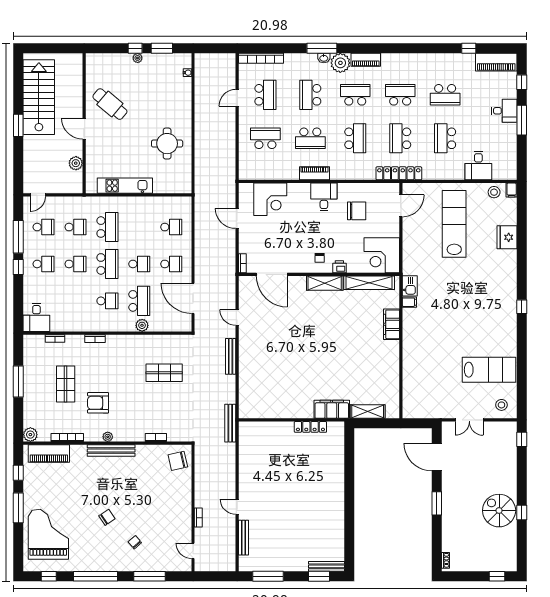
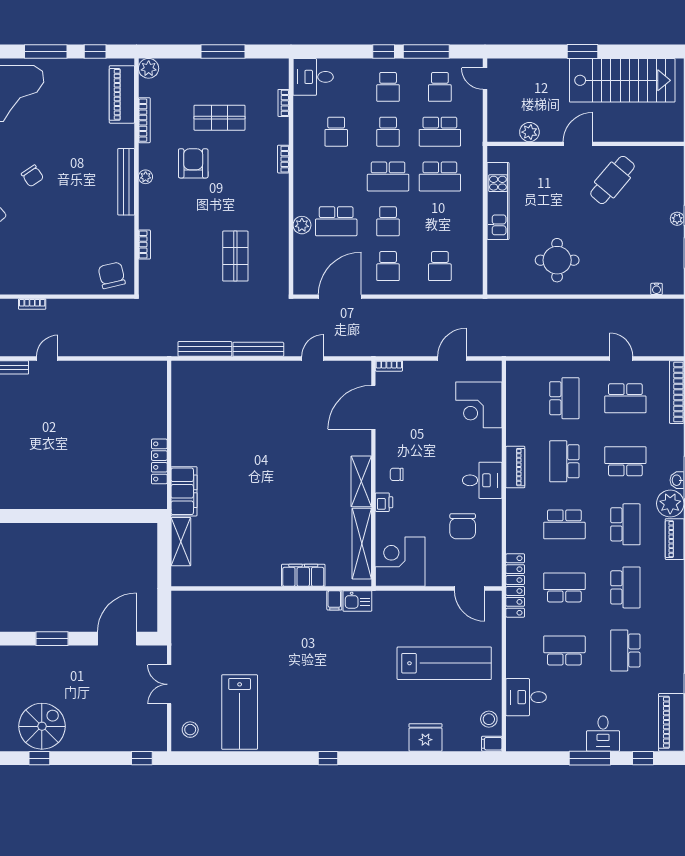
school desk: (75, 227) -> (440, 132), width x1.85
school desk: (107, 301) -> (336, 132), moved
bench: (230, 423) -> (205, 349), moved

